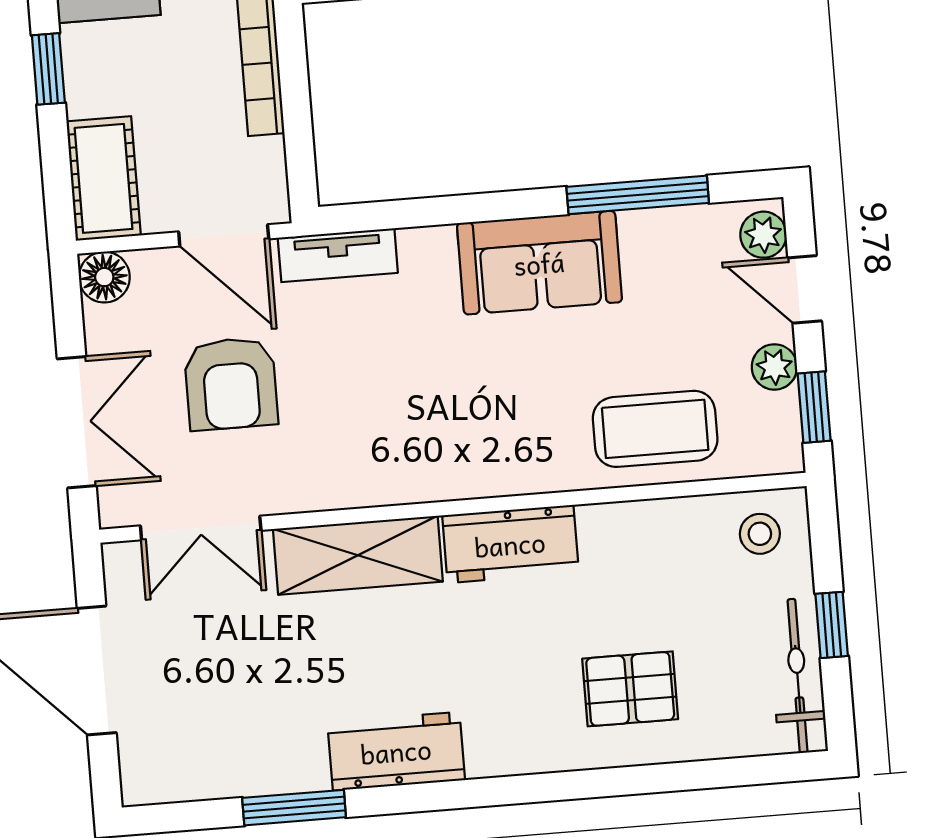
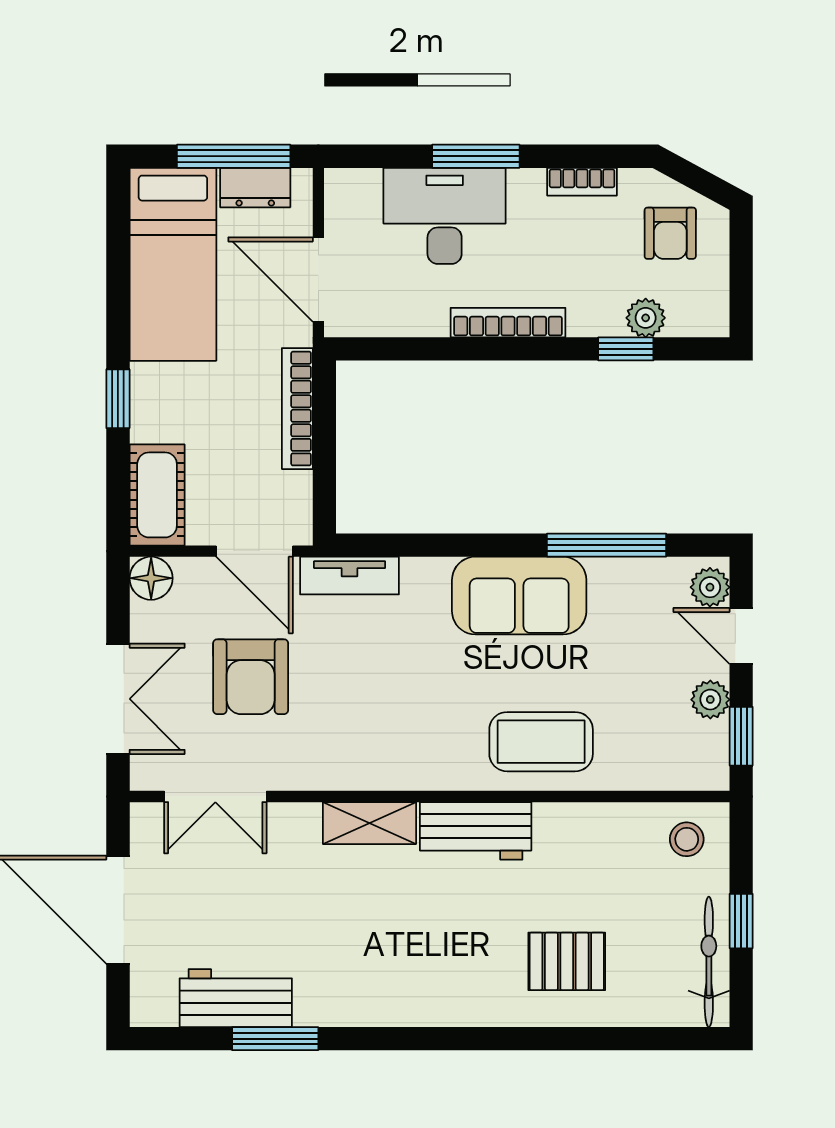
coffee table: (655, 429) -> (541, 742), moved
shelving: (358, 555) -> (369, 823), width x0.67, depth x0.75
workbench: (396, 751) -> (236, 998), moved

